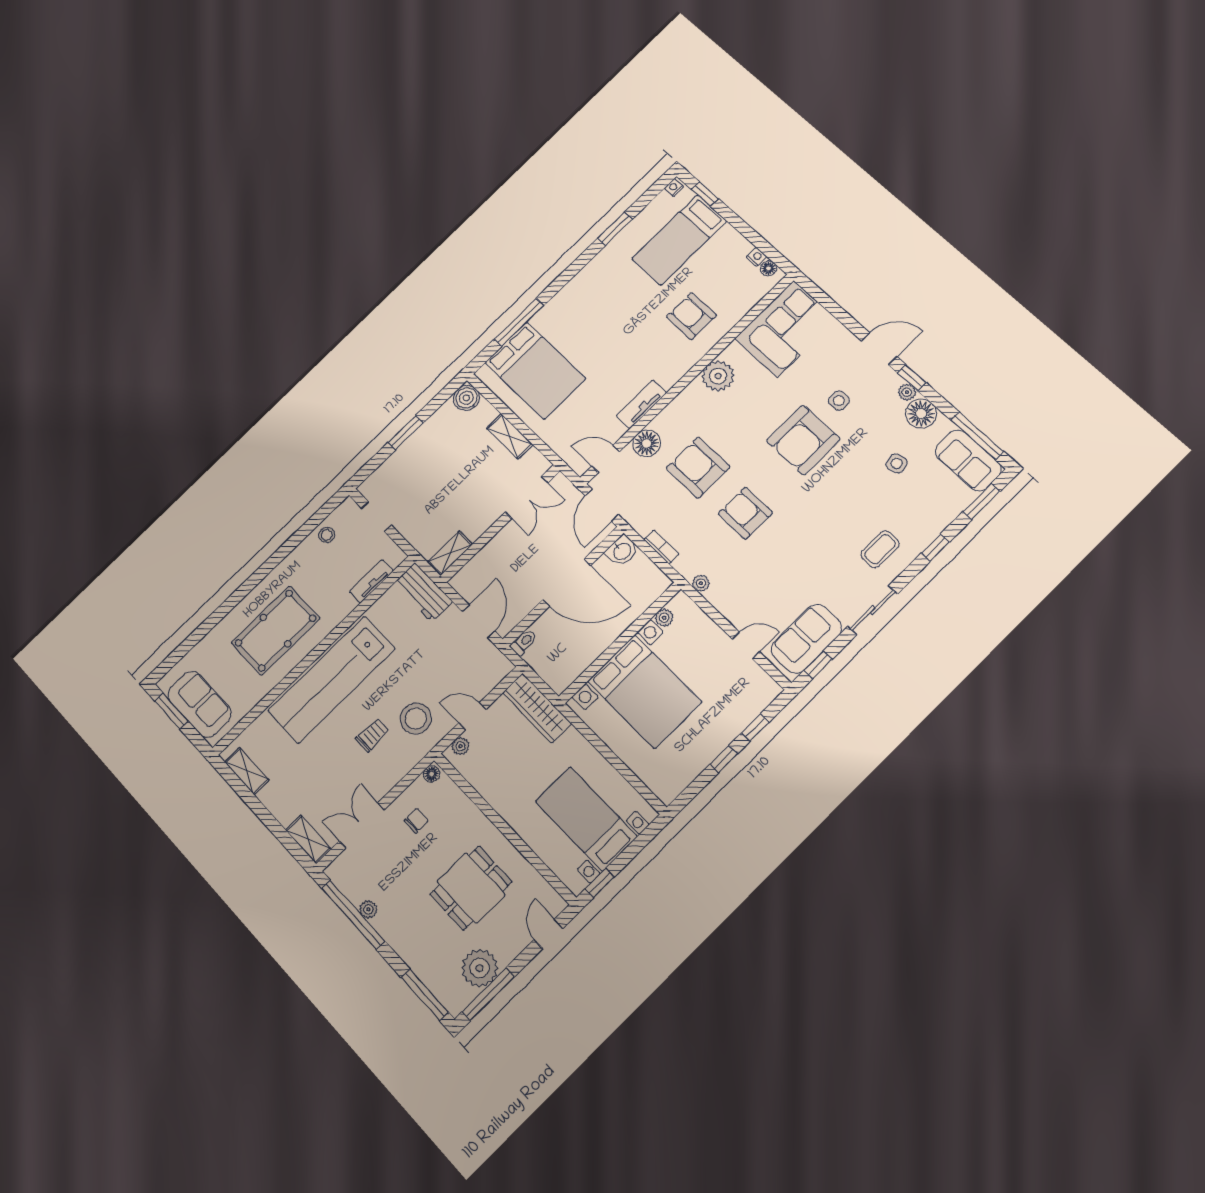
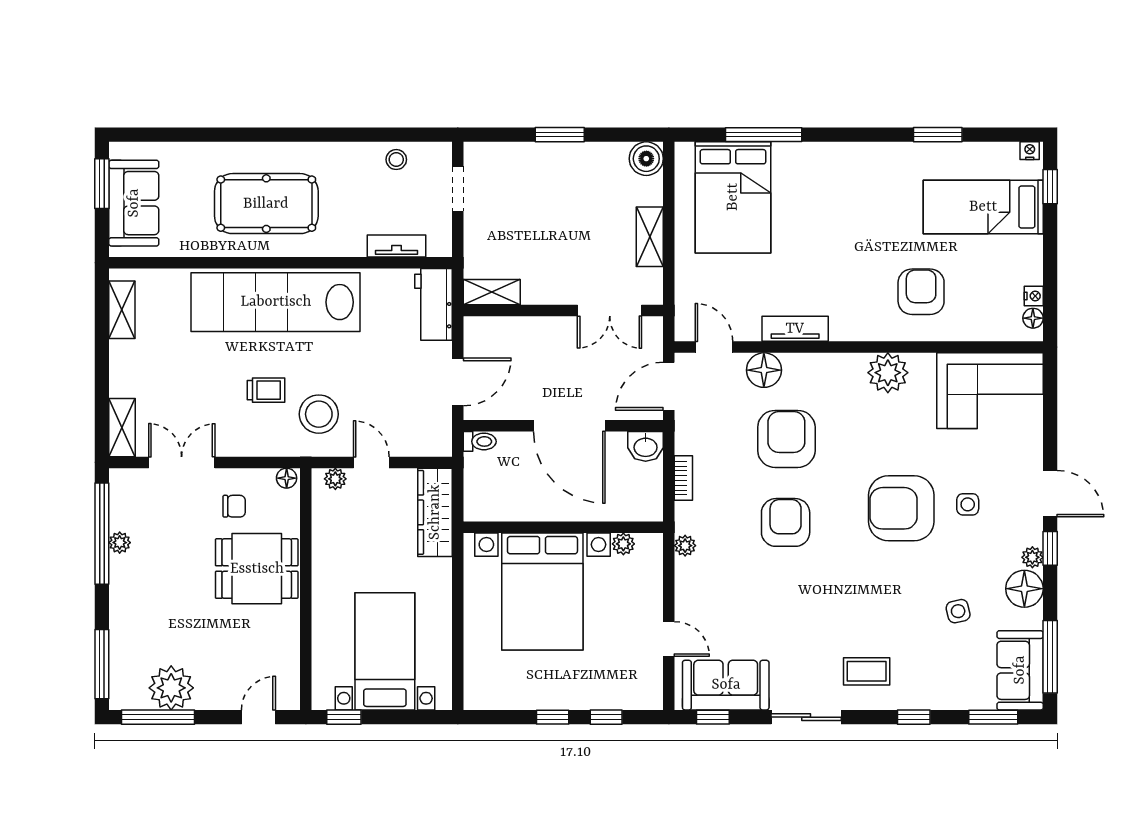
dining table: (471, 888) -> (257, 569), moved

